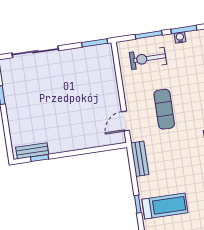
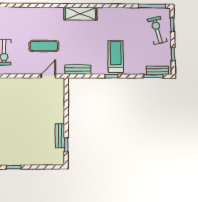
door: (125, 121) -> (48, 76), swing flipped
bench: (32, 151) -> (60, 136), moved

